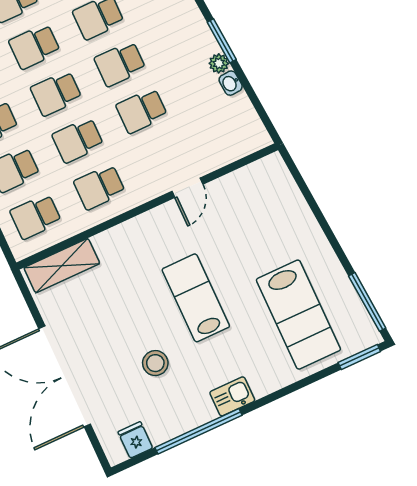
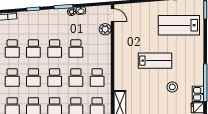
plant: (214, 156) -> (105, 29), added
door: (187, 188) -> (112, 15), moved
lab bench: (196, 298) -> (155, 61), turned 180
lab bench: (298, 315) -> (179, 25), turned 180
kitchen sink: (232, 396) -> (198, 94), moved

